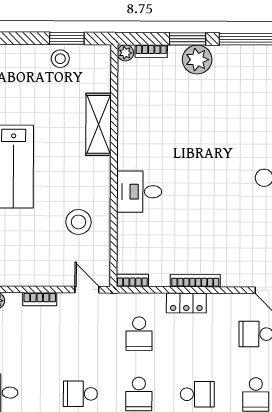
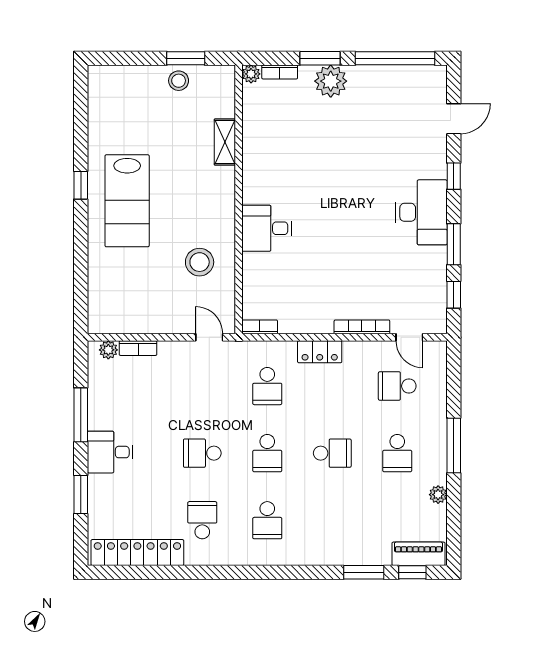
shelving: (98, 124) -> (225, 142), width x0.67, depth x0.75
bookcase: (195, 281) -> (362, 327), moved
bookcase: (40, 299) -> (138, 348), moved

